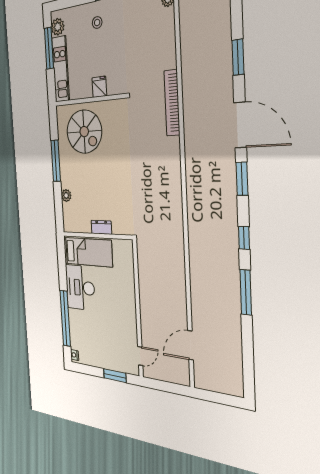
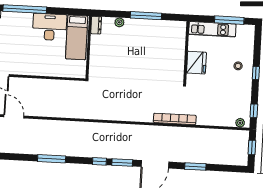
plant: (58, 27) -> (243, 30), removed
fridge: (99, 87) -> (196, 63), width x1.88, depth x1.34
spiral stairs: (84, 132) -> (165, 45), removed
dresser: (101, 227) -> (96, 25), moved
window: (244, 238) -> (99, 161), moved

